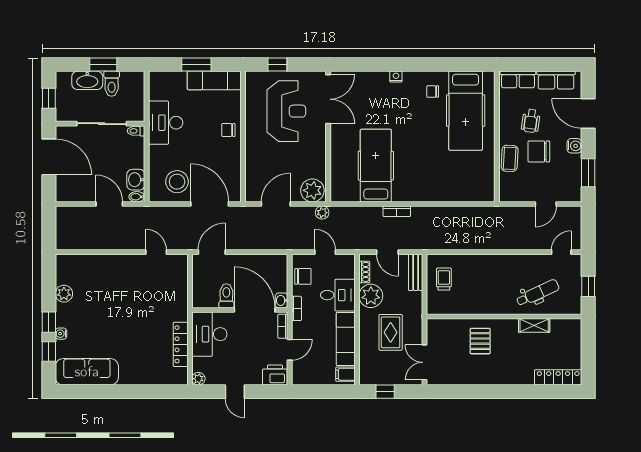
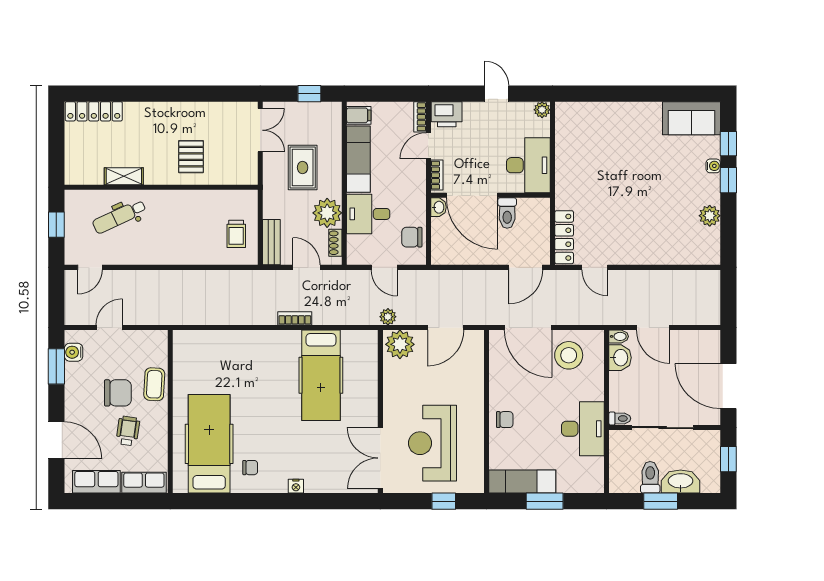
water cooler: (574, 146) -> (74, 352), moved
bookcase: (296, 308) -> (420, 117), moved
locker: (181, 344) -> (564, 237), moved
sofa: (87, 372) -> (691, 118), width x0.73

